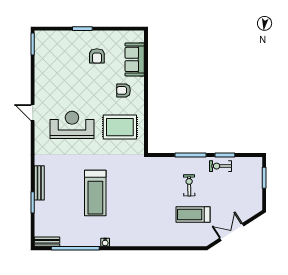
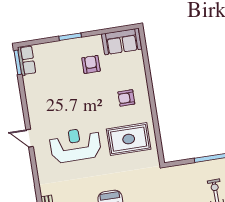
row of seats: (41, 44) -> (27, 60), added
armchair: (97, 56) -> (91, 64), turned 180
sofa: (135, 59) -> (122, 42), moved, turned -90

